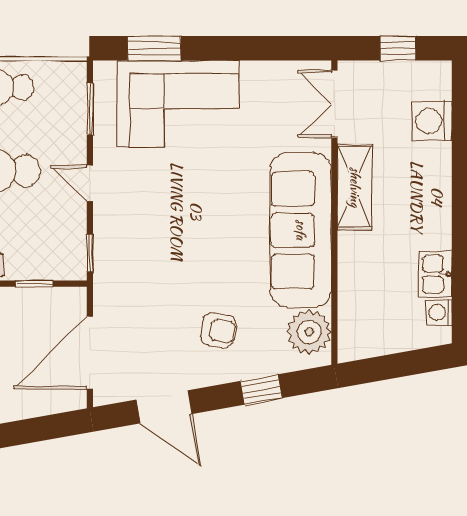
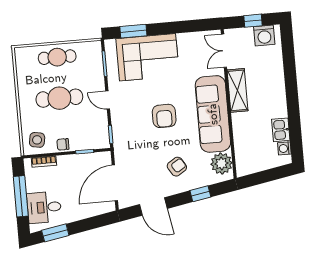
washing machine: (432, 121) -> (264, 35), moved, turned -90
armchair: (202, 226) -> (164, 116), added
armchair: (218, 330) -> (177, 167), turned -41

